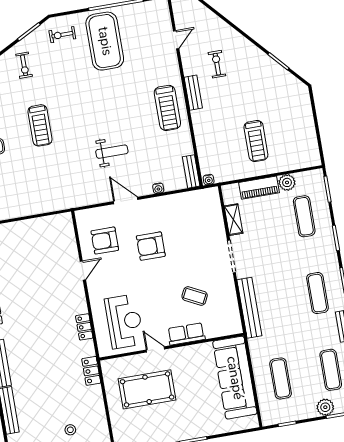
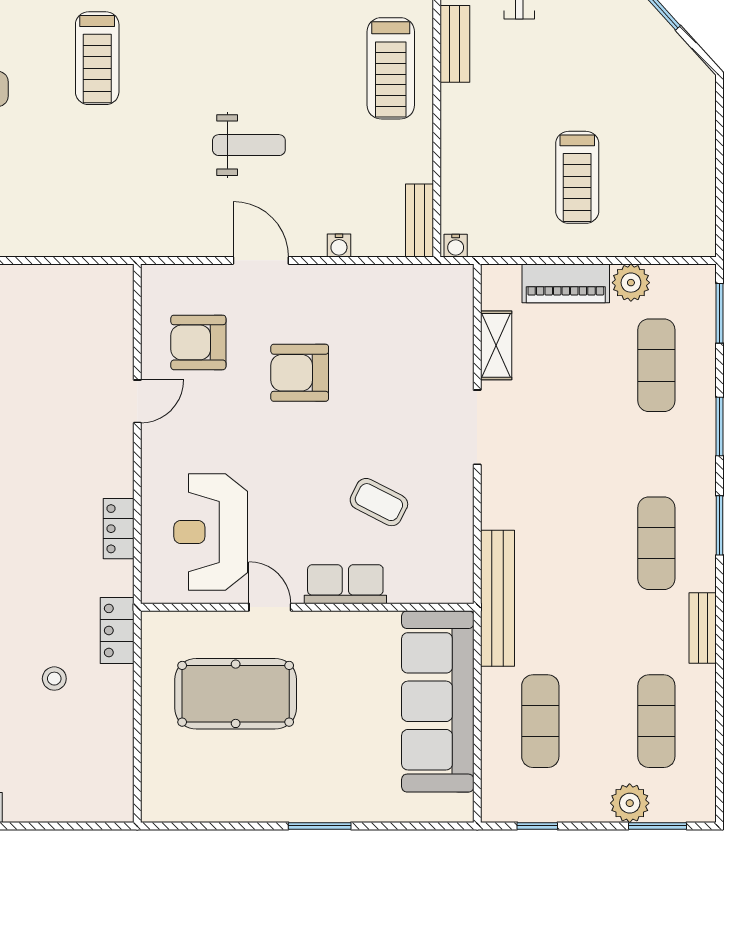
bench: (249, 308) -> (498, 598), moved
reception desk: (124, 321) -> (211, 532), turned 180
stool: (70, 430) -> (54, 679), moved

